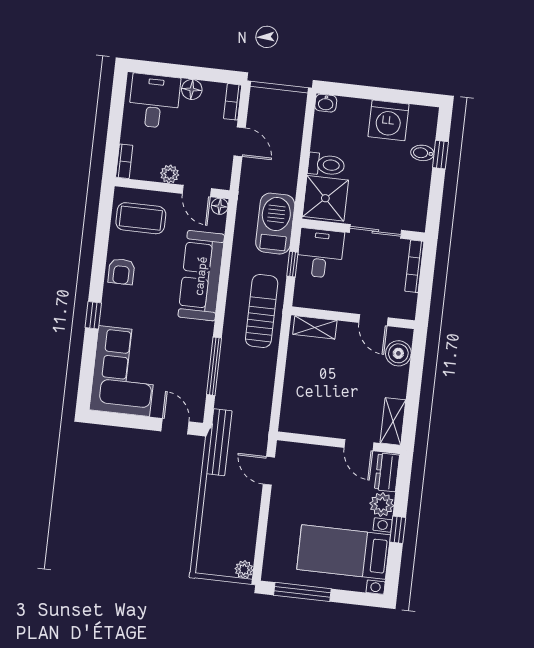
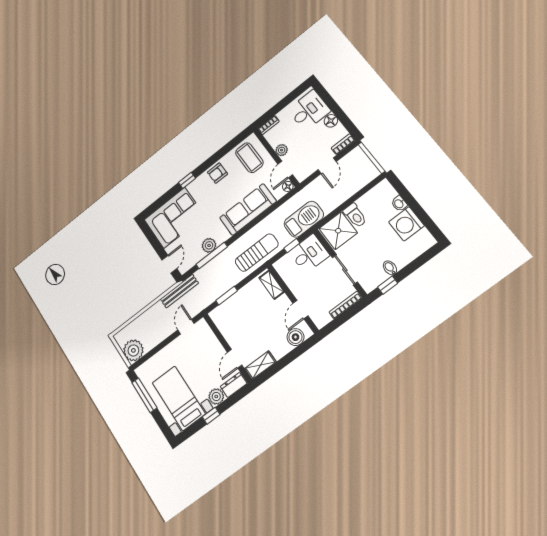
washbasin: (326, 103) -> (399, 204), moved
bidet: (422, 153) -> (390, 268), moved
window: (440, 155) -> (388, 285), moved
plant: (199, 359) -> (209, 245), added
window: (278, 390) -> (227, 296), added
plant: (244, 569) -> (133, 350), width x1.88, depth x1.88

